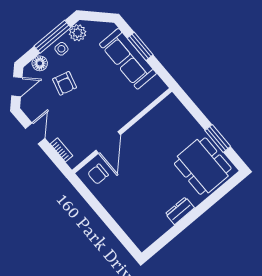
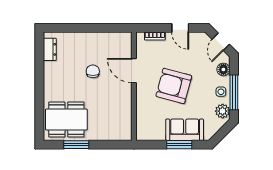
sofa: (128, 59) -> (185, 130), width x0.73
armchair: (65, 83) -> (174, 86), moved, width x1.88, depth x1.88
chair: (98, 174) -> (93, 71), moved
dresser: (180, 211) -> (50, 49), moved

